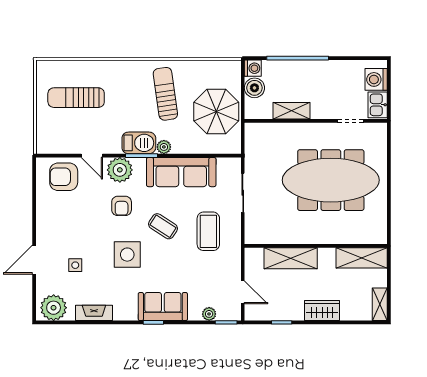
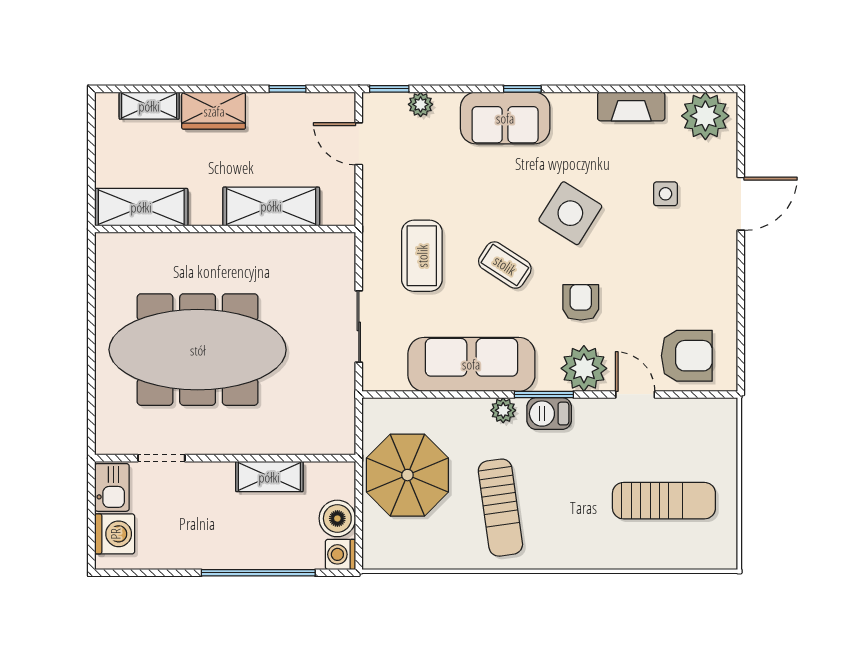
barbecue: (139, 143) -> (549, 414), width x0.73, depth x0.79
side table: (127, 255) -> (570, 213), turned 32
shelving: (380, 304) -> (149, 106), moved, turned 90

